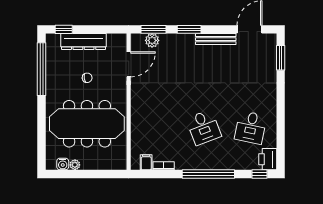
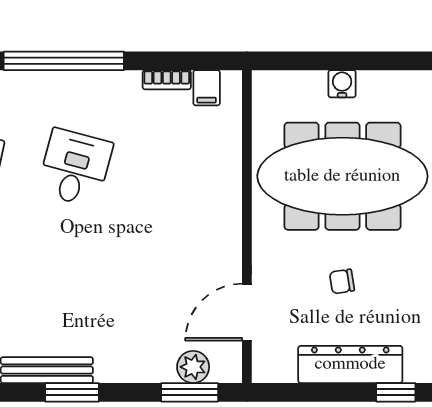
window: (189, 29) -> (72, 392), moved
desk: (204, 127) -> (75, 168), turned 36
water cooler: (63, 164) -> (342, 84), moved
plant: (75, 165) -> (370, 82), removed

